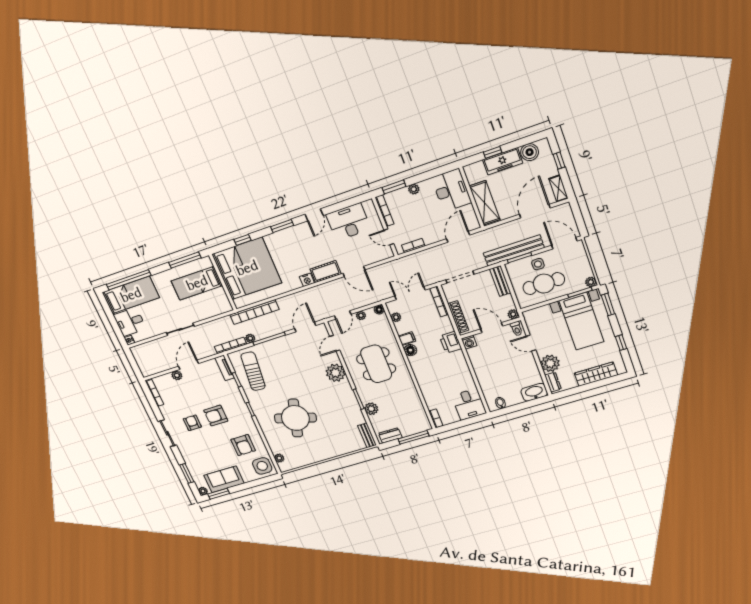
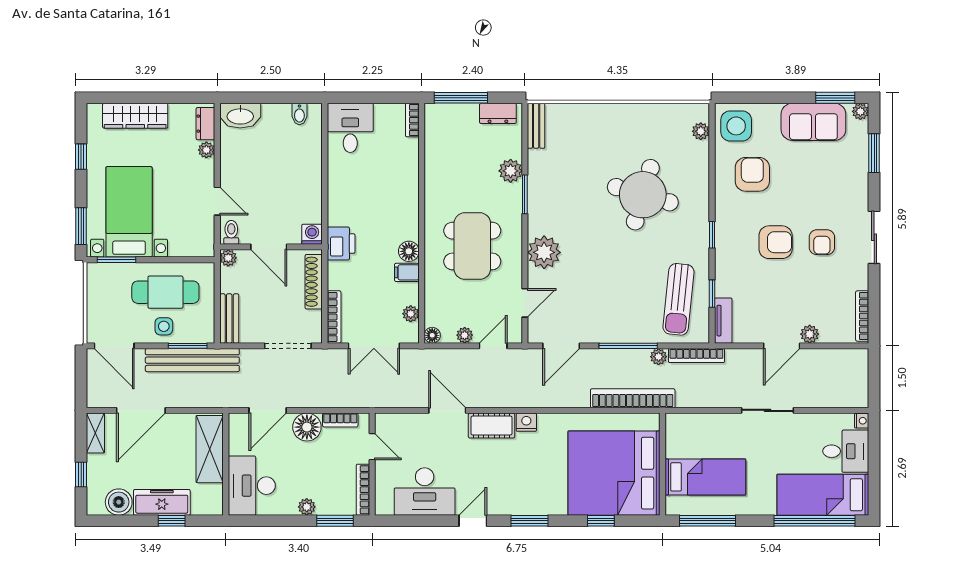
floor lamp: (431, 235) -> (307, 427), added
plant: (591, 282) -> (95, 271), removed
plant: (550, 363) -> (206, 150), width x0.53, depth x0.53

